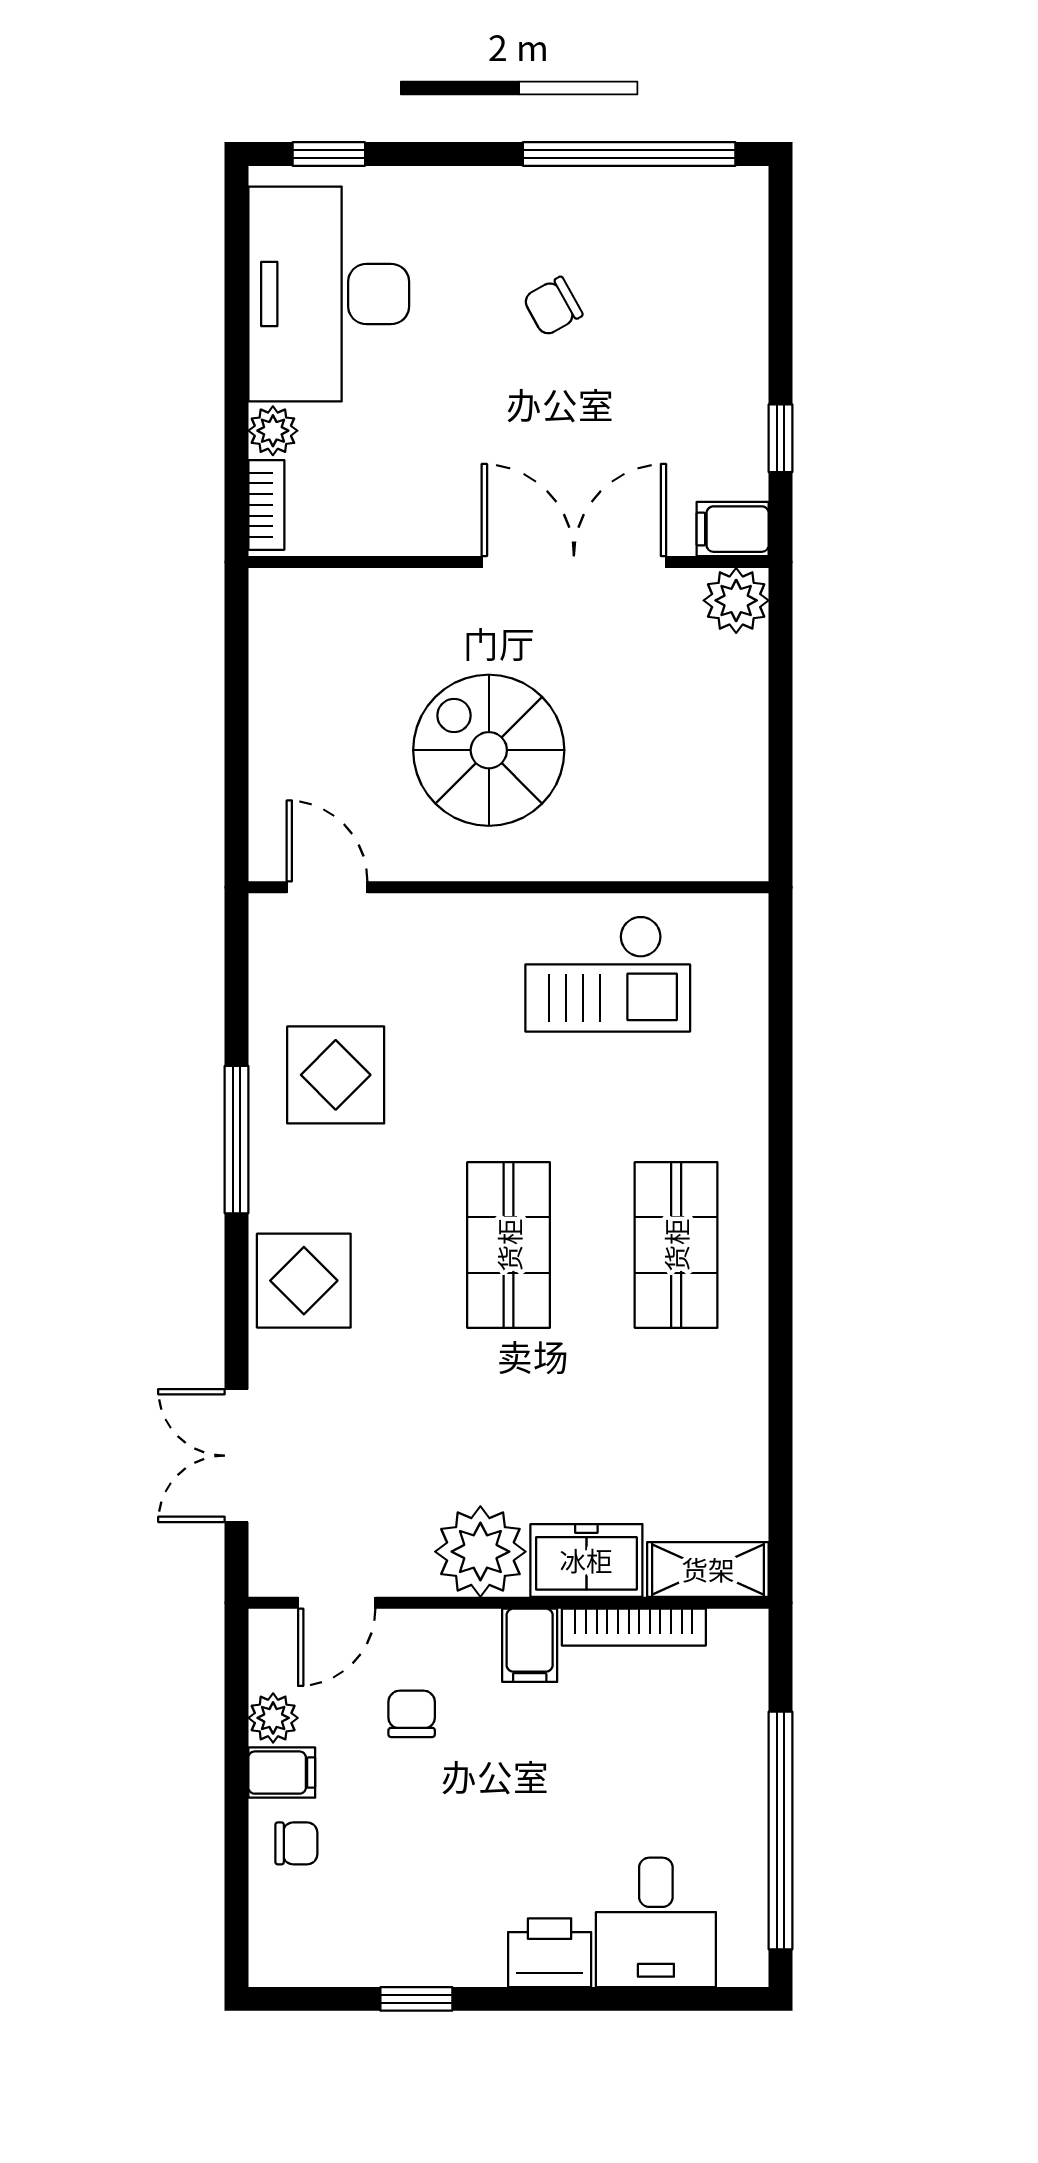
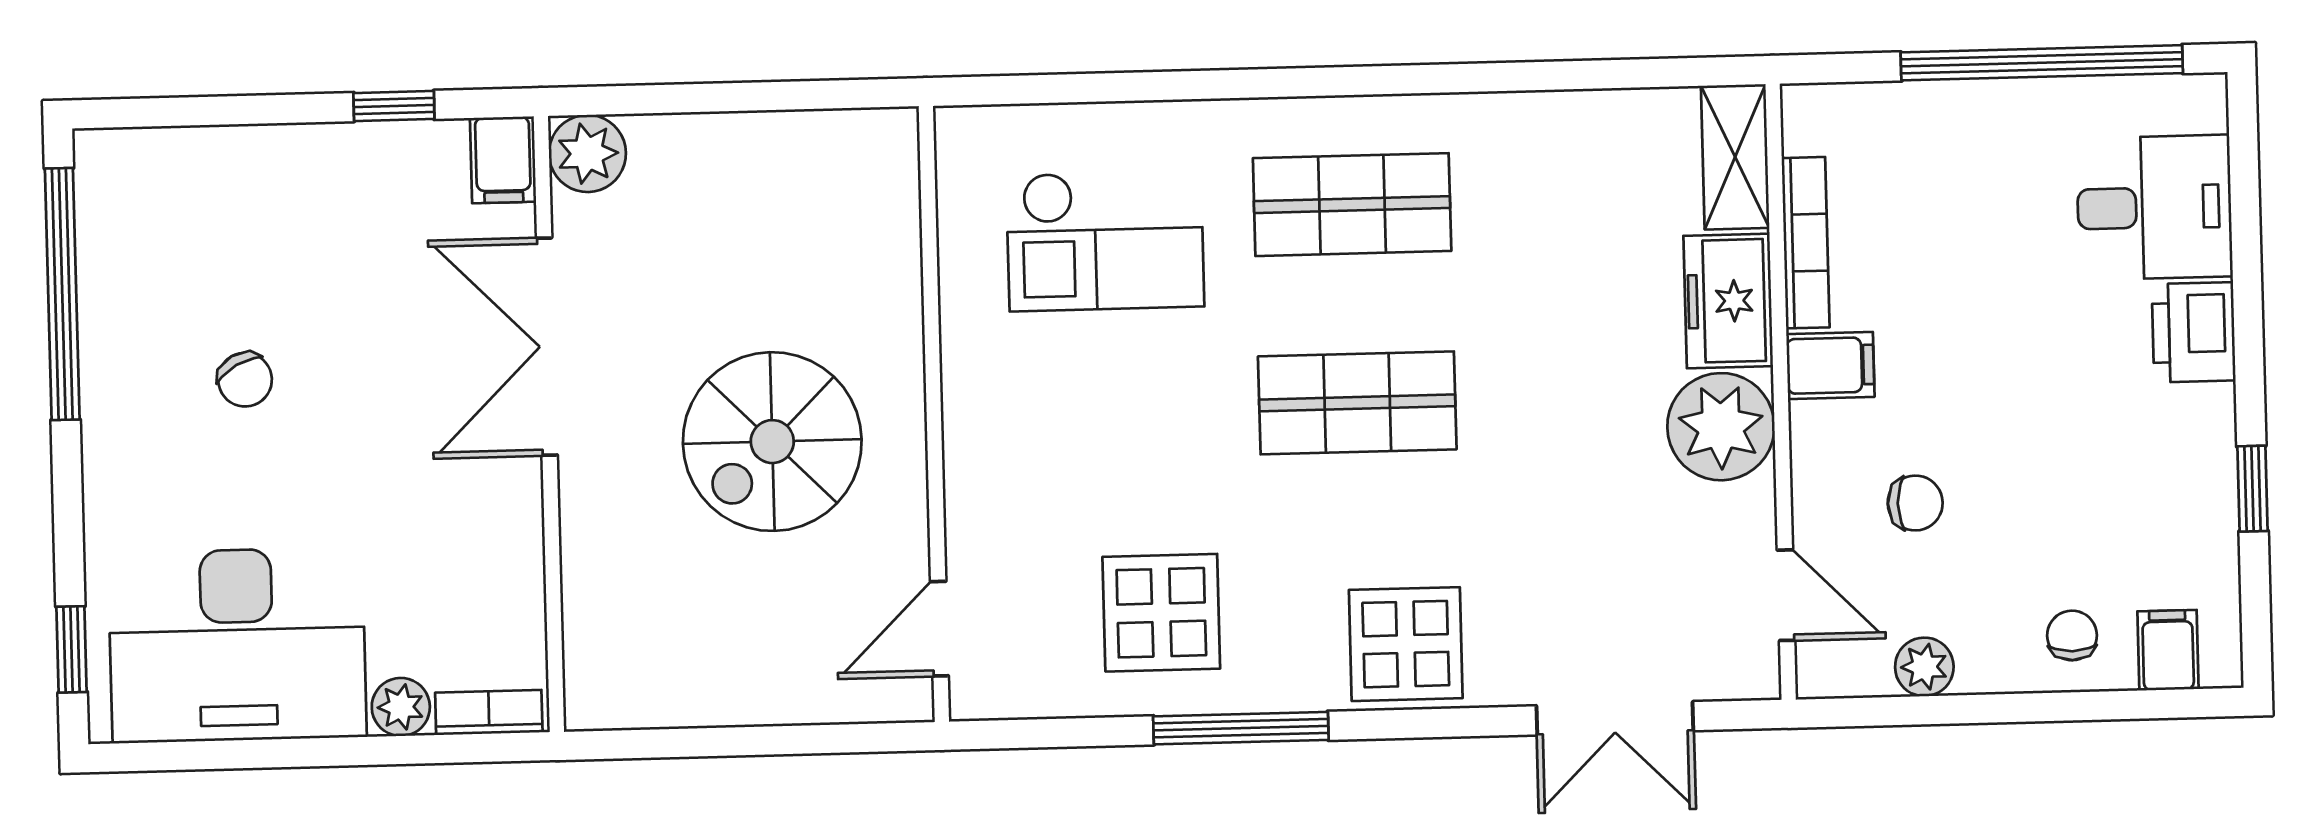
checkout: (608, 974) -> (1105, 241), moved, turned 90
chair: (412, 1714) -> (1915, 503), turned 180
filing cabinet: (282, 1773) -> (2168, 650), moved

